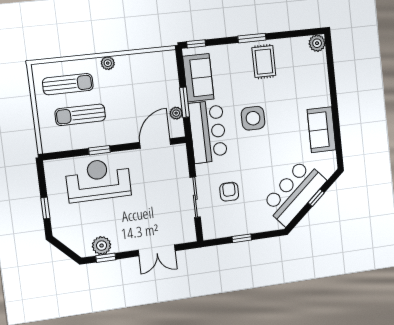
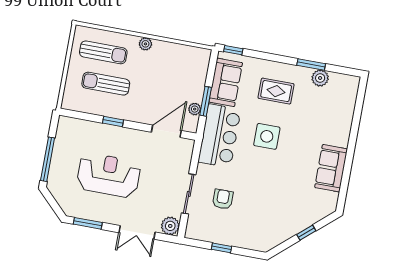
window: (252, 38) -> (311, 64), moved
plant: (317, 43) -> (320, 78), moved
rug: (264, 62) -> (276, 91), moved, turned 90
reception desk: (98, 180) -> (109, 175), moved
bar counter: (294, 192) -> (286, 220), removed
window: (45, 208) -> (48, 159), width x2.17
plant: (102, 246) -> (170, 226), moved
window: (106, 258) -> (88, 223), width x1.50

